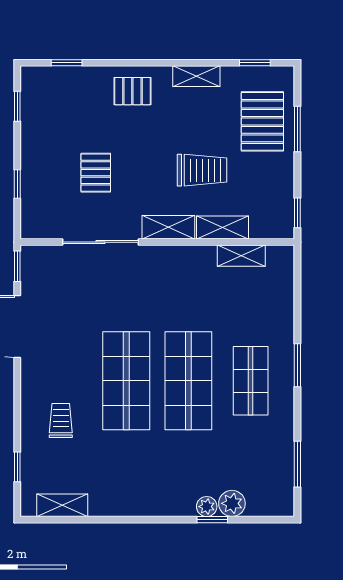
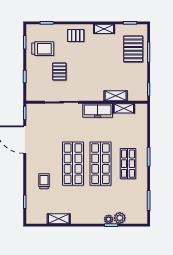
trolley: (202, 170) -> (43, 49), moved
shelving: (168, 227) -> (92, 96), removed
freezer: (182, 260) -> (98, 110), added
shelving: (62, 505) -> (59, 219), moved

